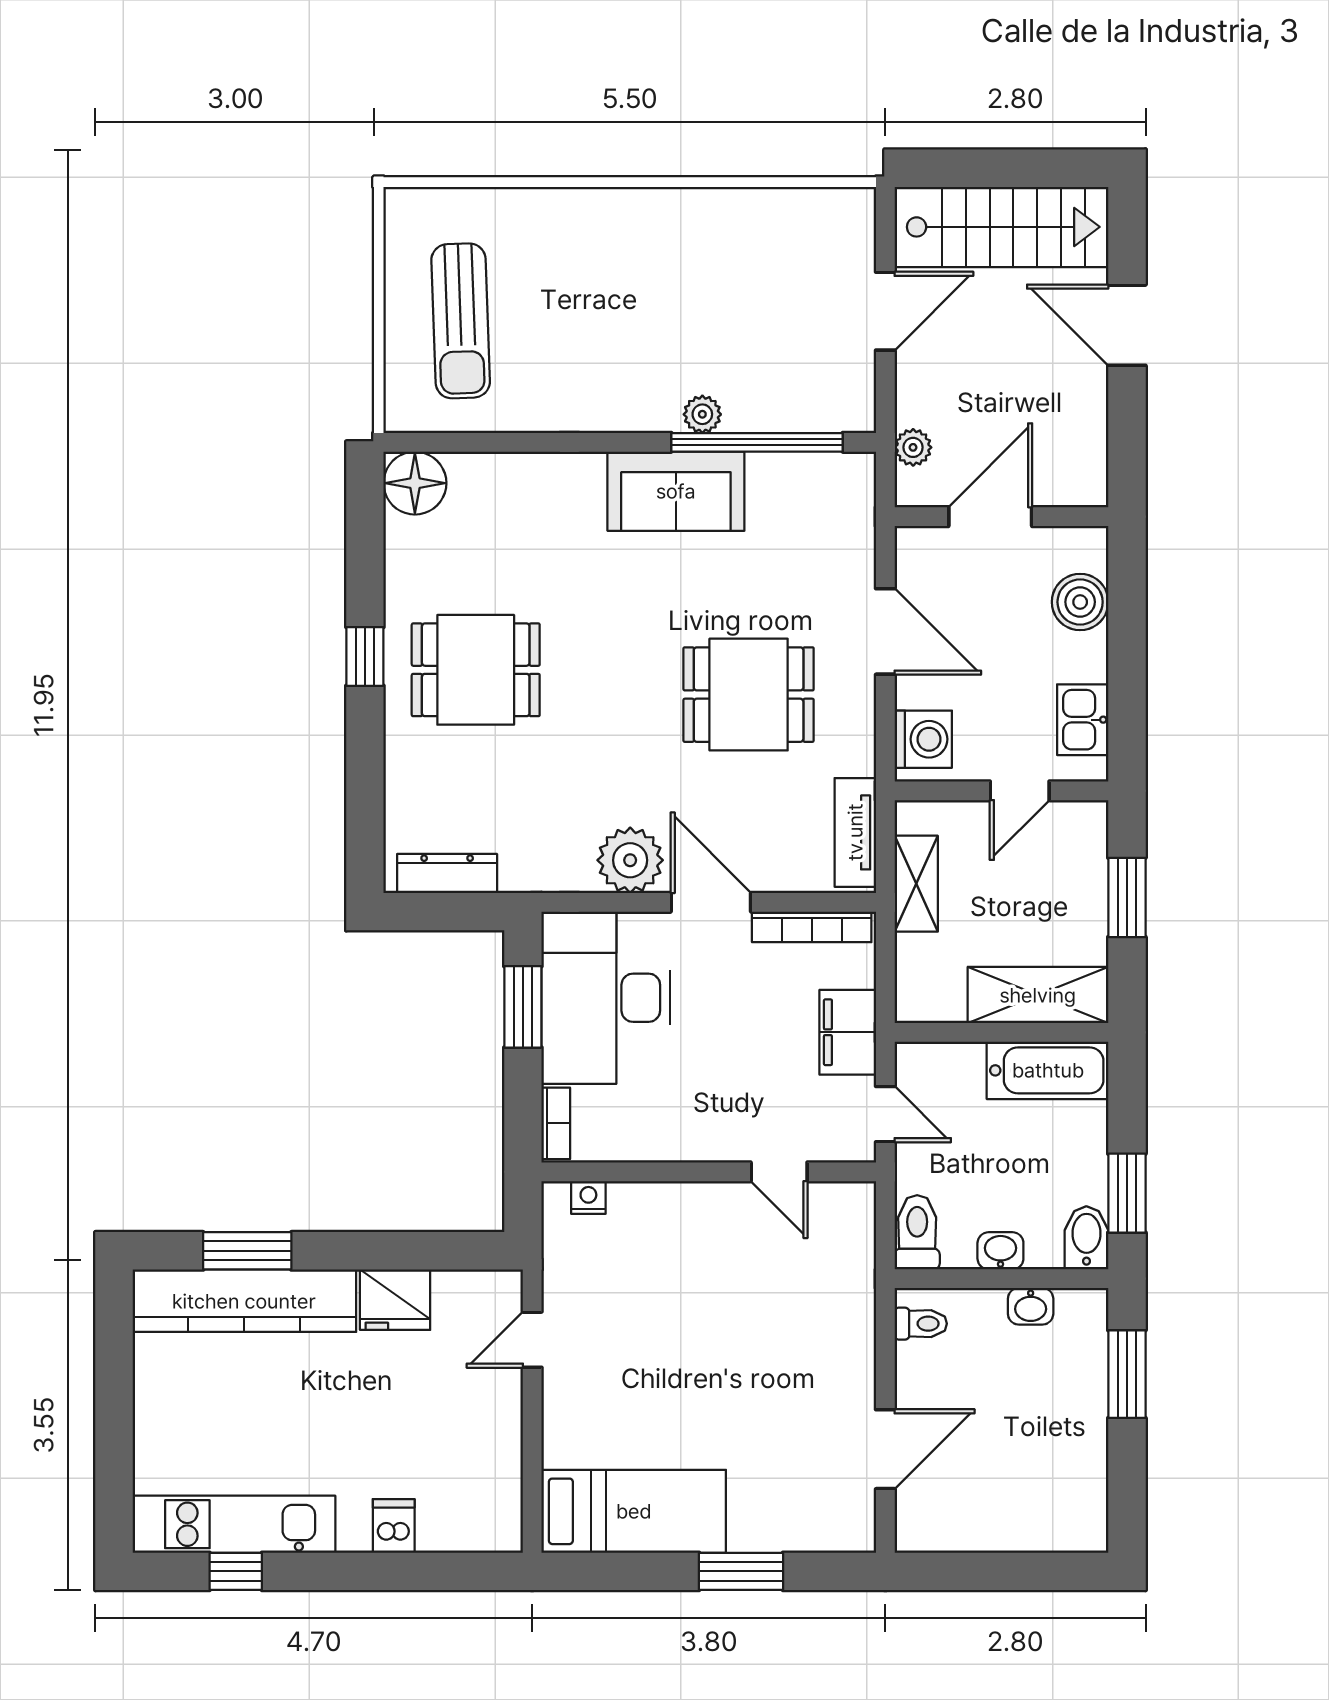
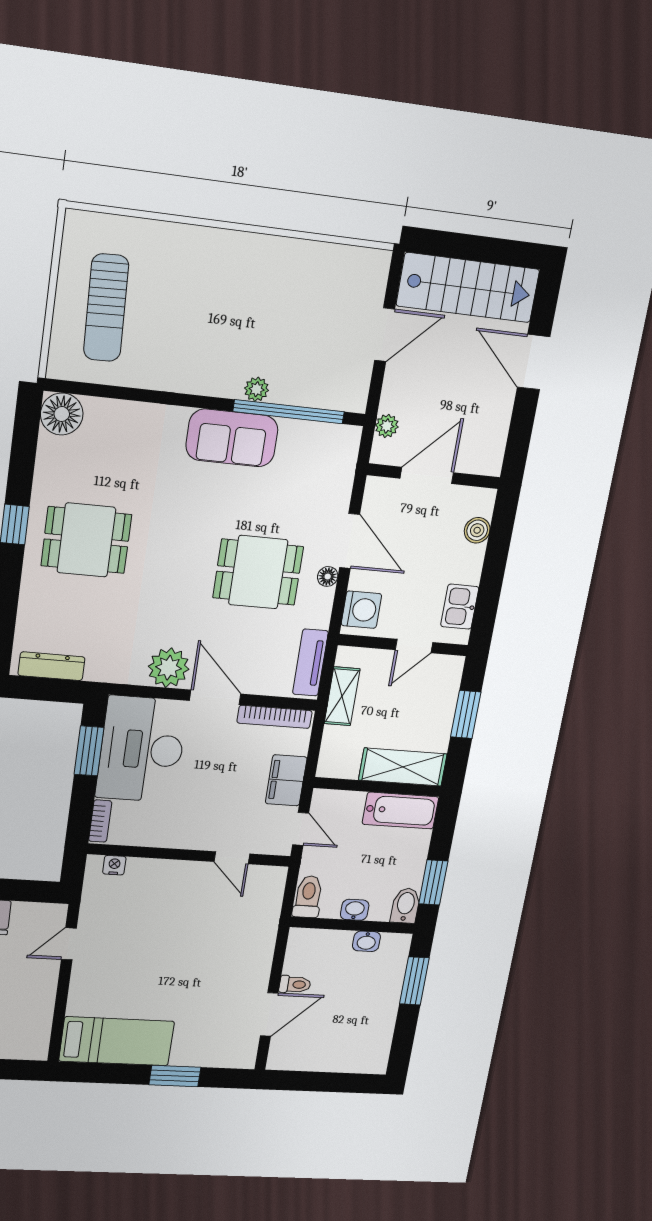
boiler: (1080, 602) -> (477, 530), width x0.73, depth x0.73
floor lamp: (860, 691) -> (328, 576), added
toilet: (921, 1324) -> (295, 984), moved

